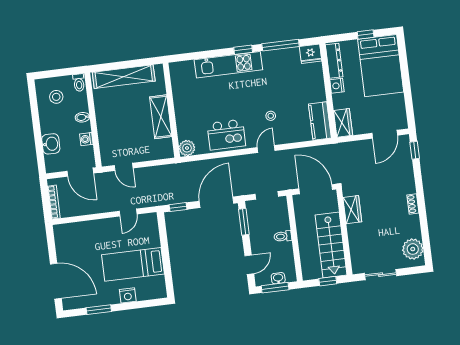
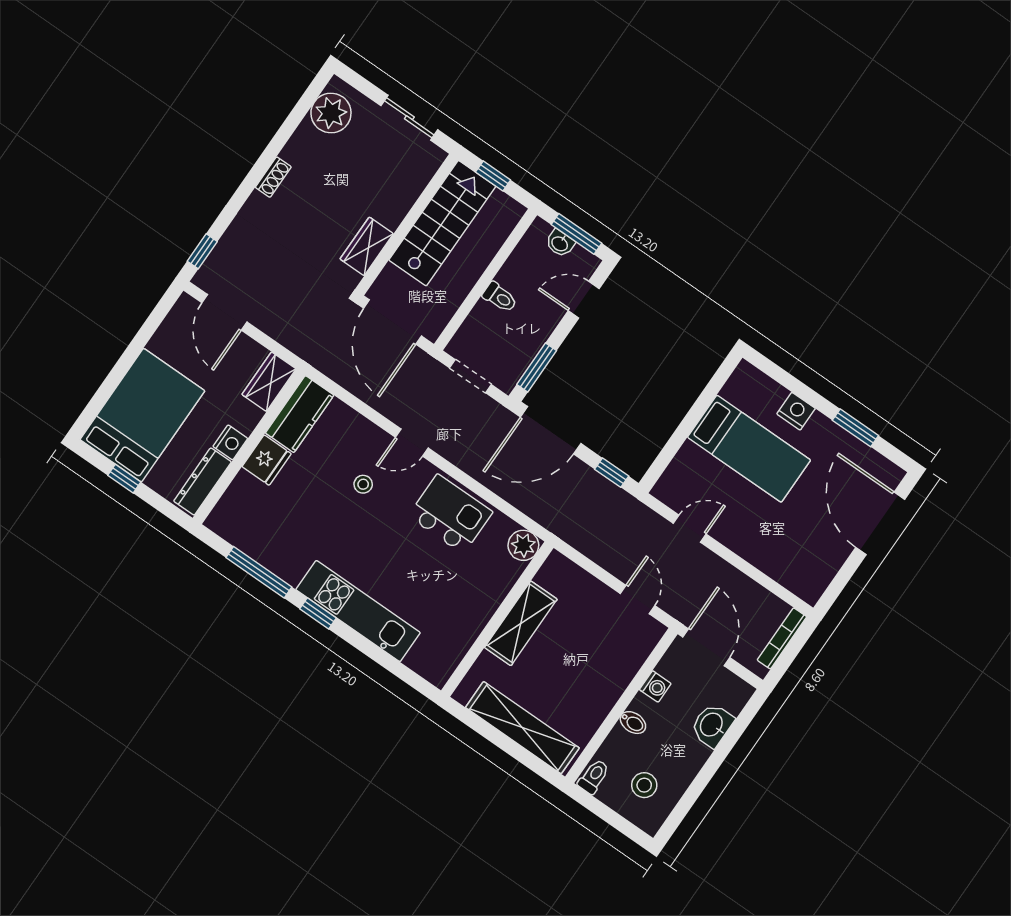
fridge: (311, 54) -> (267, 460), moved, turned 90
door: (385, 134) -> (224, 312), swing flipped

